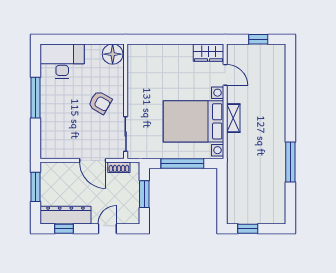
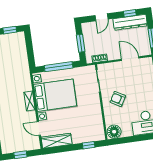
window: (154, 39) -> (89, 145), added
wardrobe: (209, 53) -> (57, 141), width x1.50
door: (93, 160) -> (130, 59), moved

